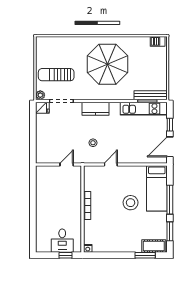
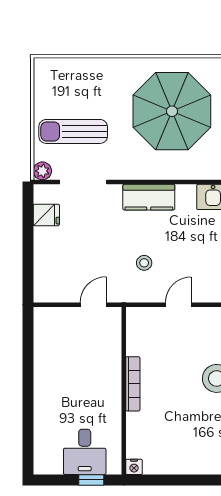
fridge: (42, 108) -> (46, 215), moved

